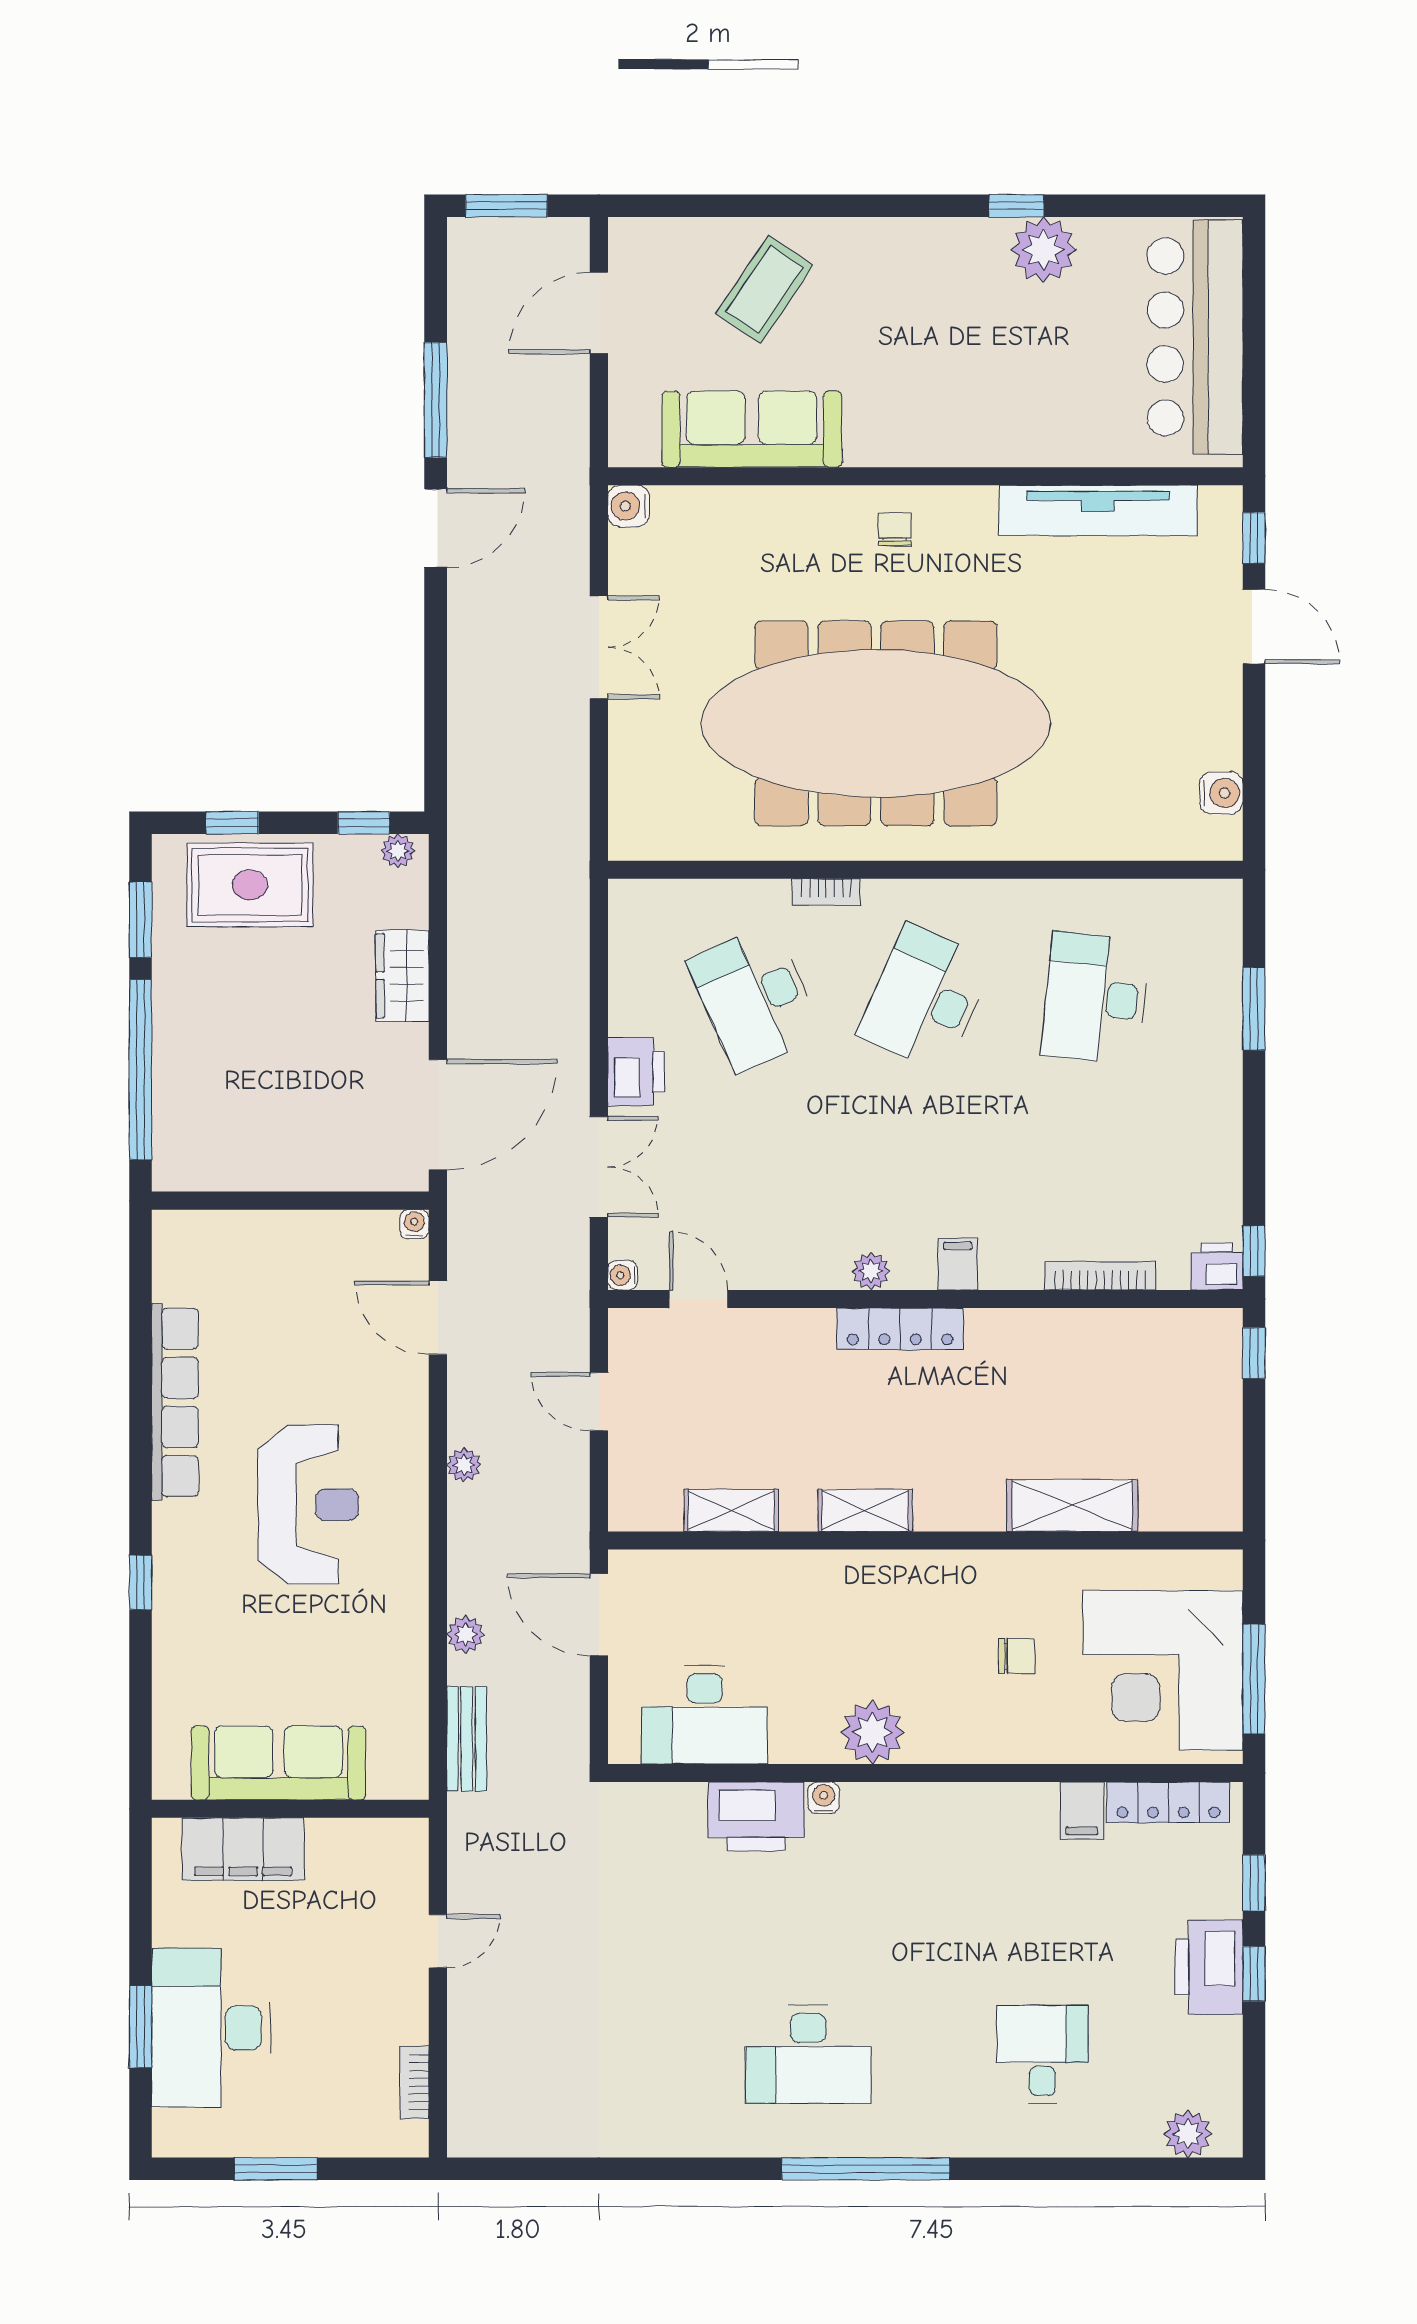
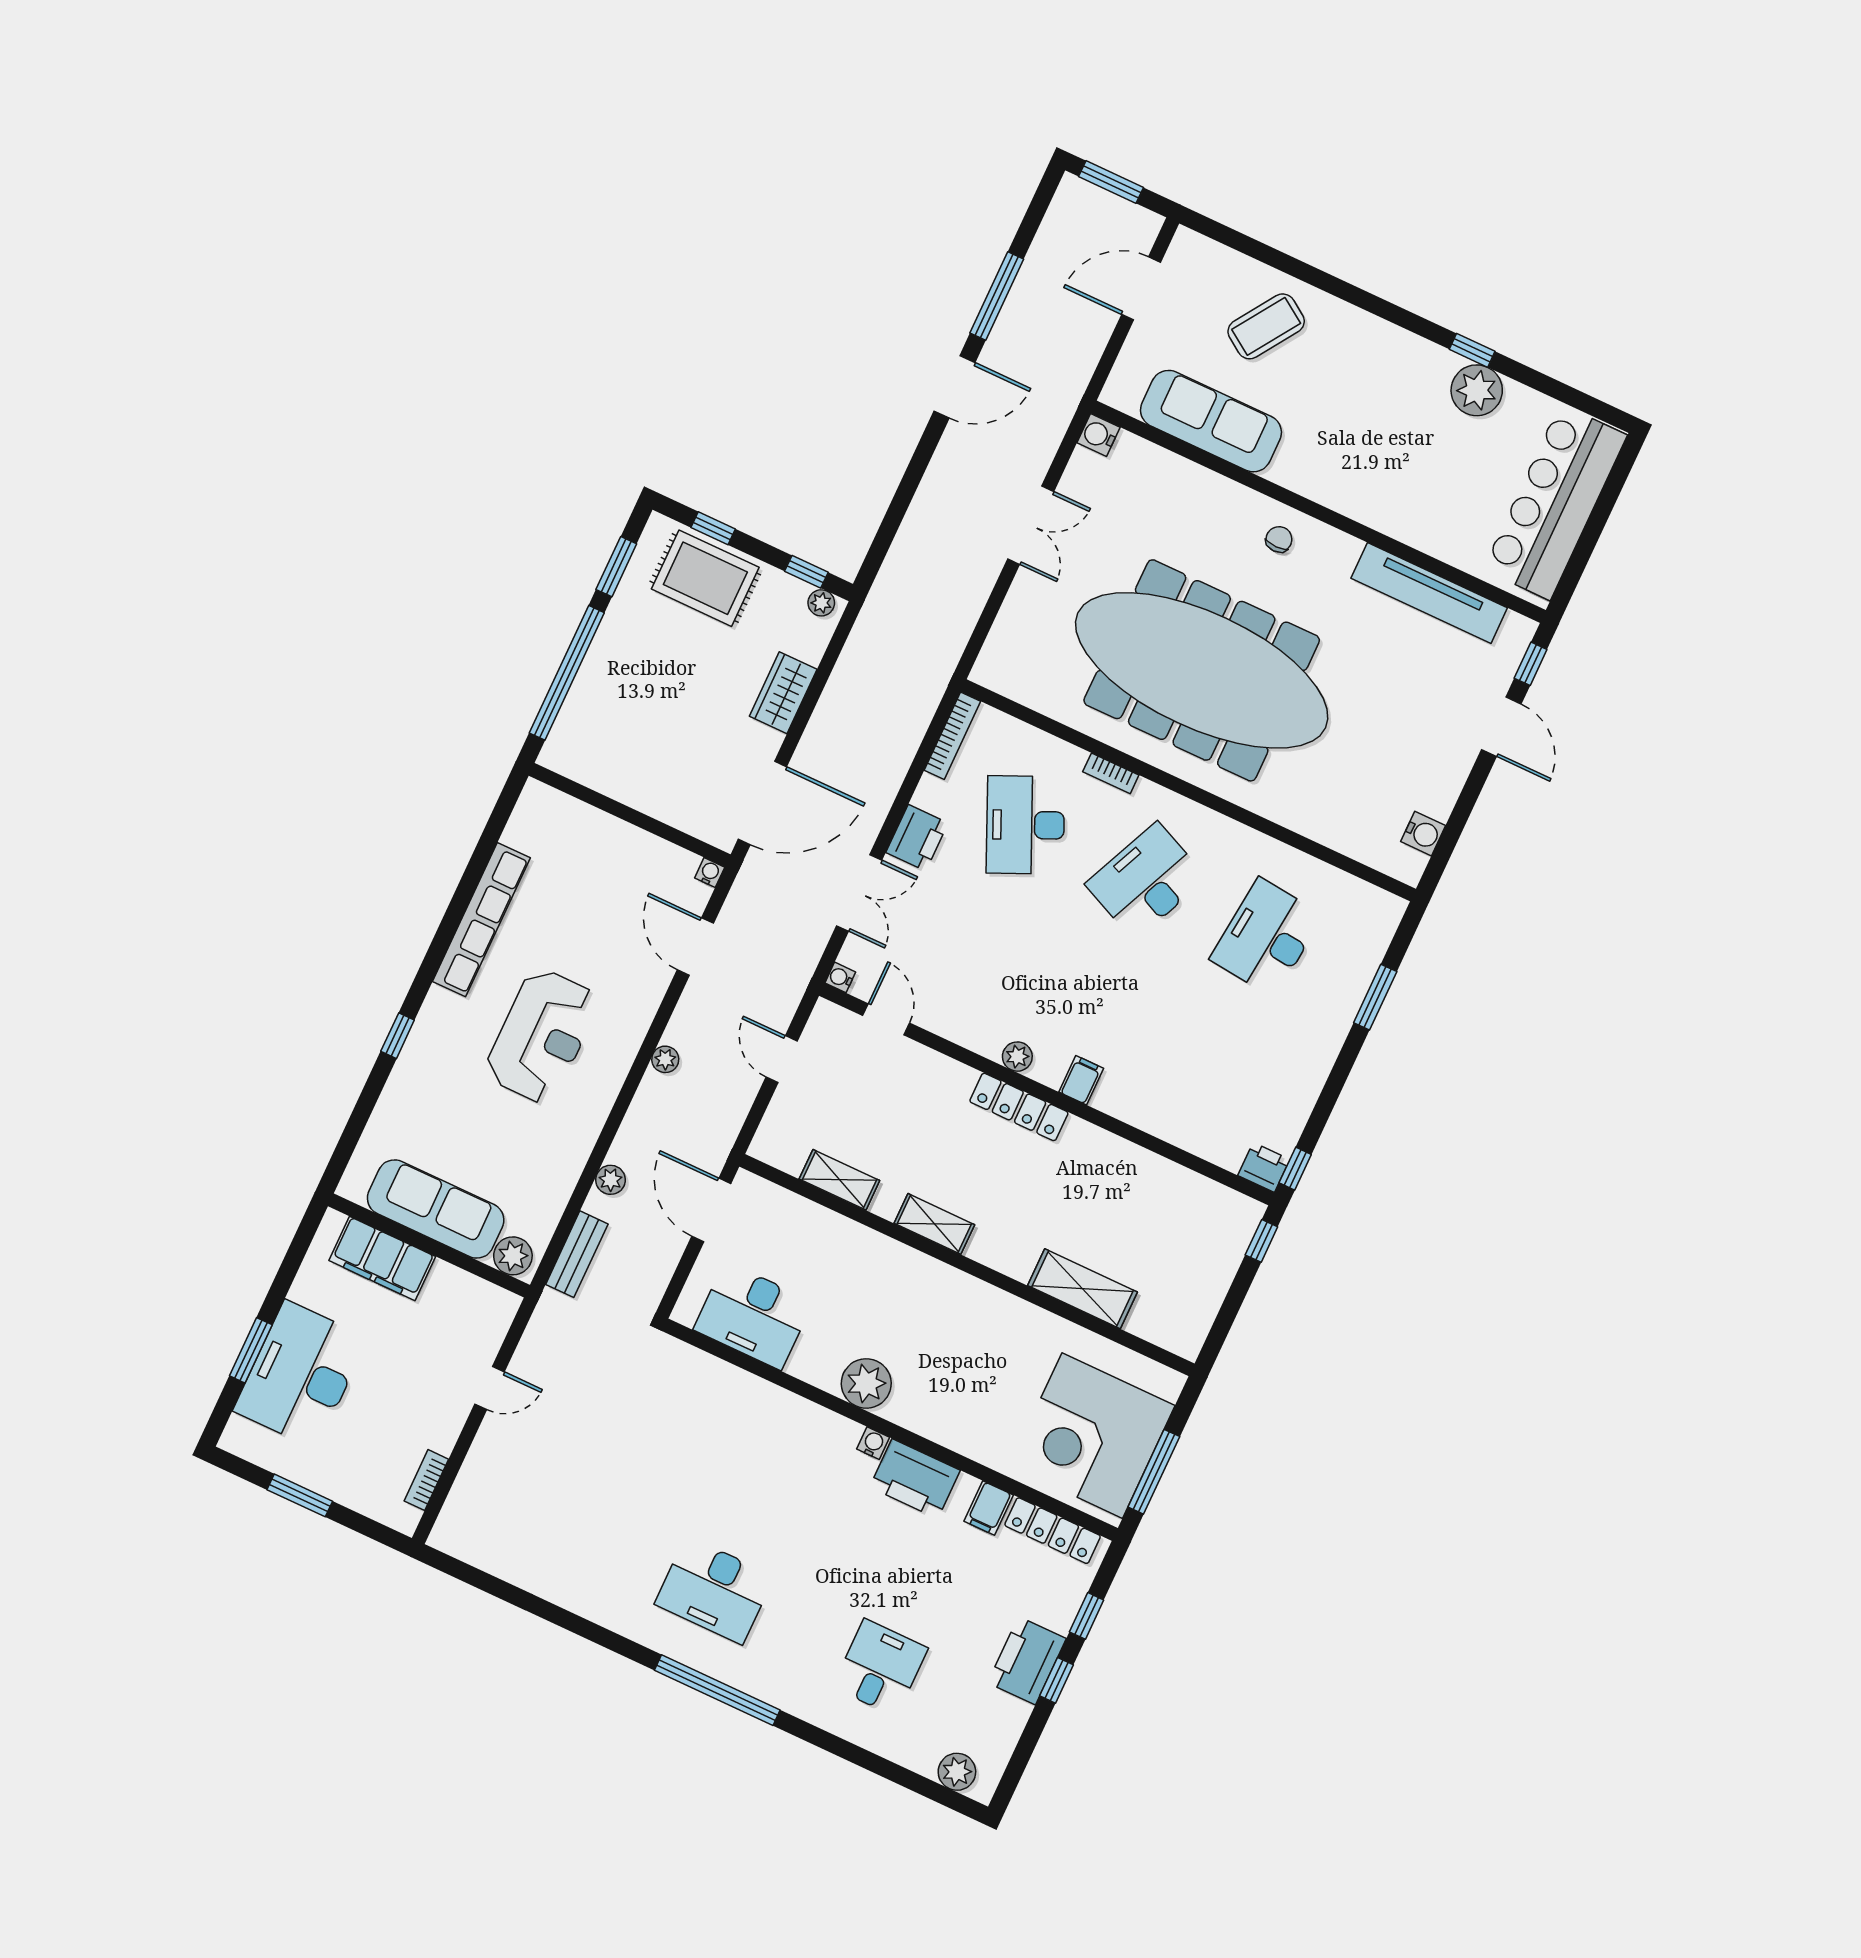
bookcase: (1100, 1276) -> (952, 736), moved, turned 90
chair: (1017, 1656) -> (993, 1377), removed
plant: (393, 1775) -> (513, 1256), added
water cooler: (824, 1798) -> (873, 1443), moved
printer: (756, 1817) -> (915, 1479), moved

